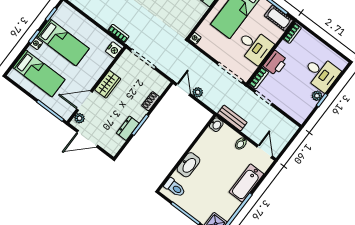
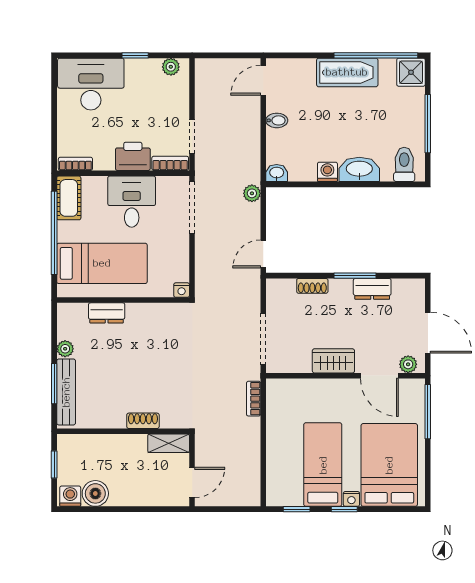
nightstand: (114, 50) -> (281, 388), removed
bed: (39, 73) -> (389, 465), width x1.50
desk: (321, 73) -> (91, 84), width x1.37
plant: (198, 92) -> (252, 193), moved
plant: (317, 96) -> (171, 67), moved
bench: (232, 118) -> (251, 158), removed
washing machine: (199, 149) -> (327, 172), added
bathtub: (246, 183) -> (347, 72), moved

